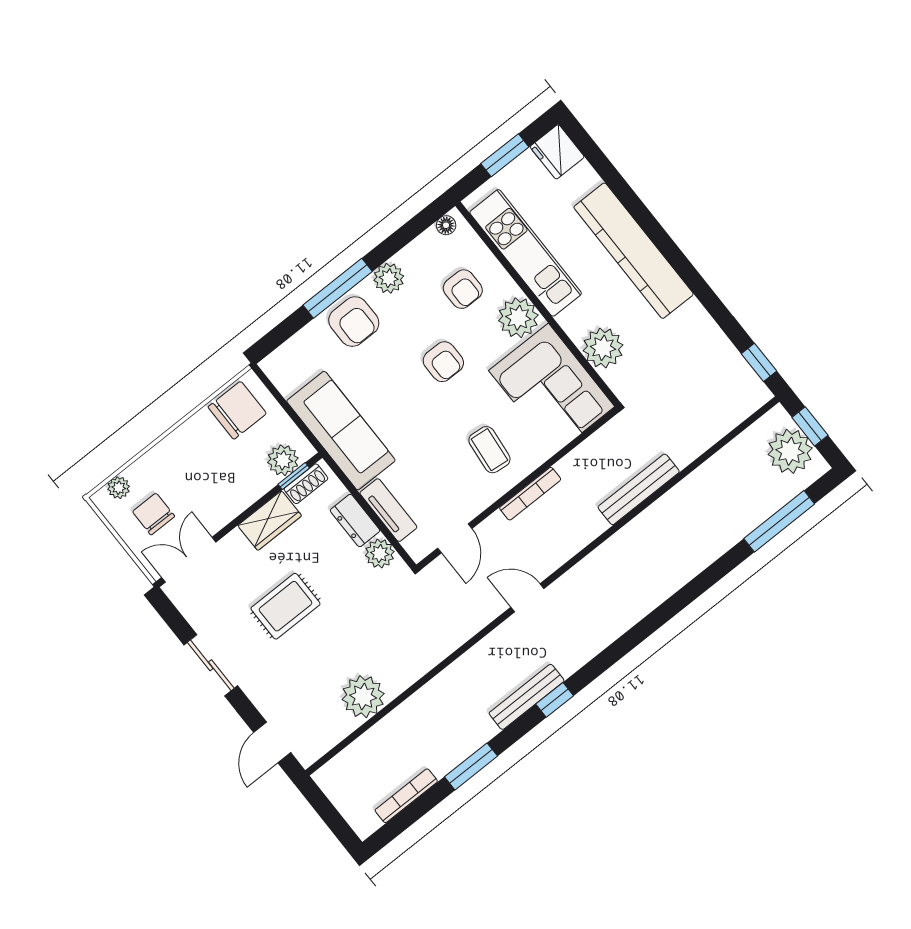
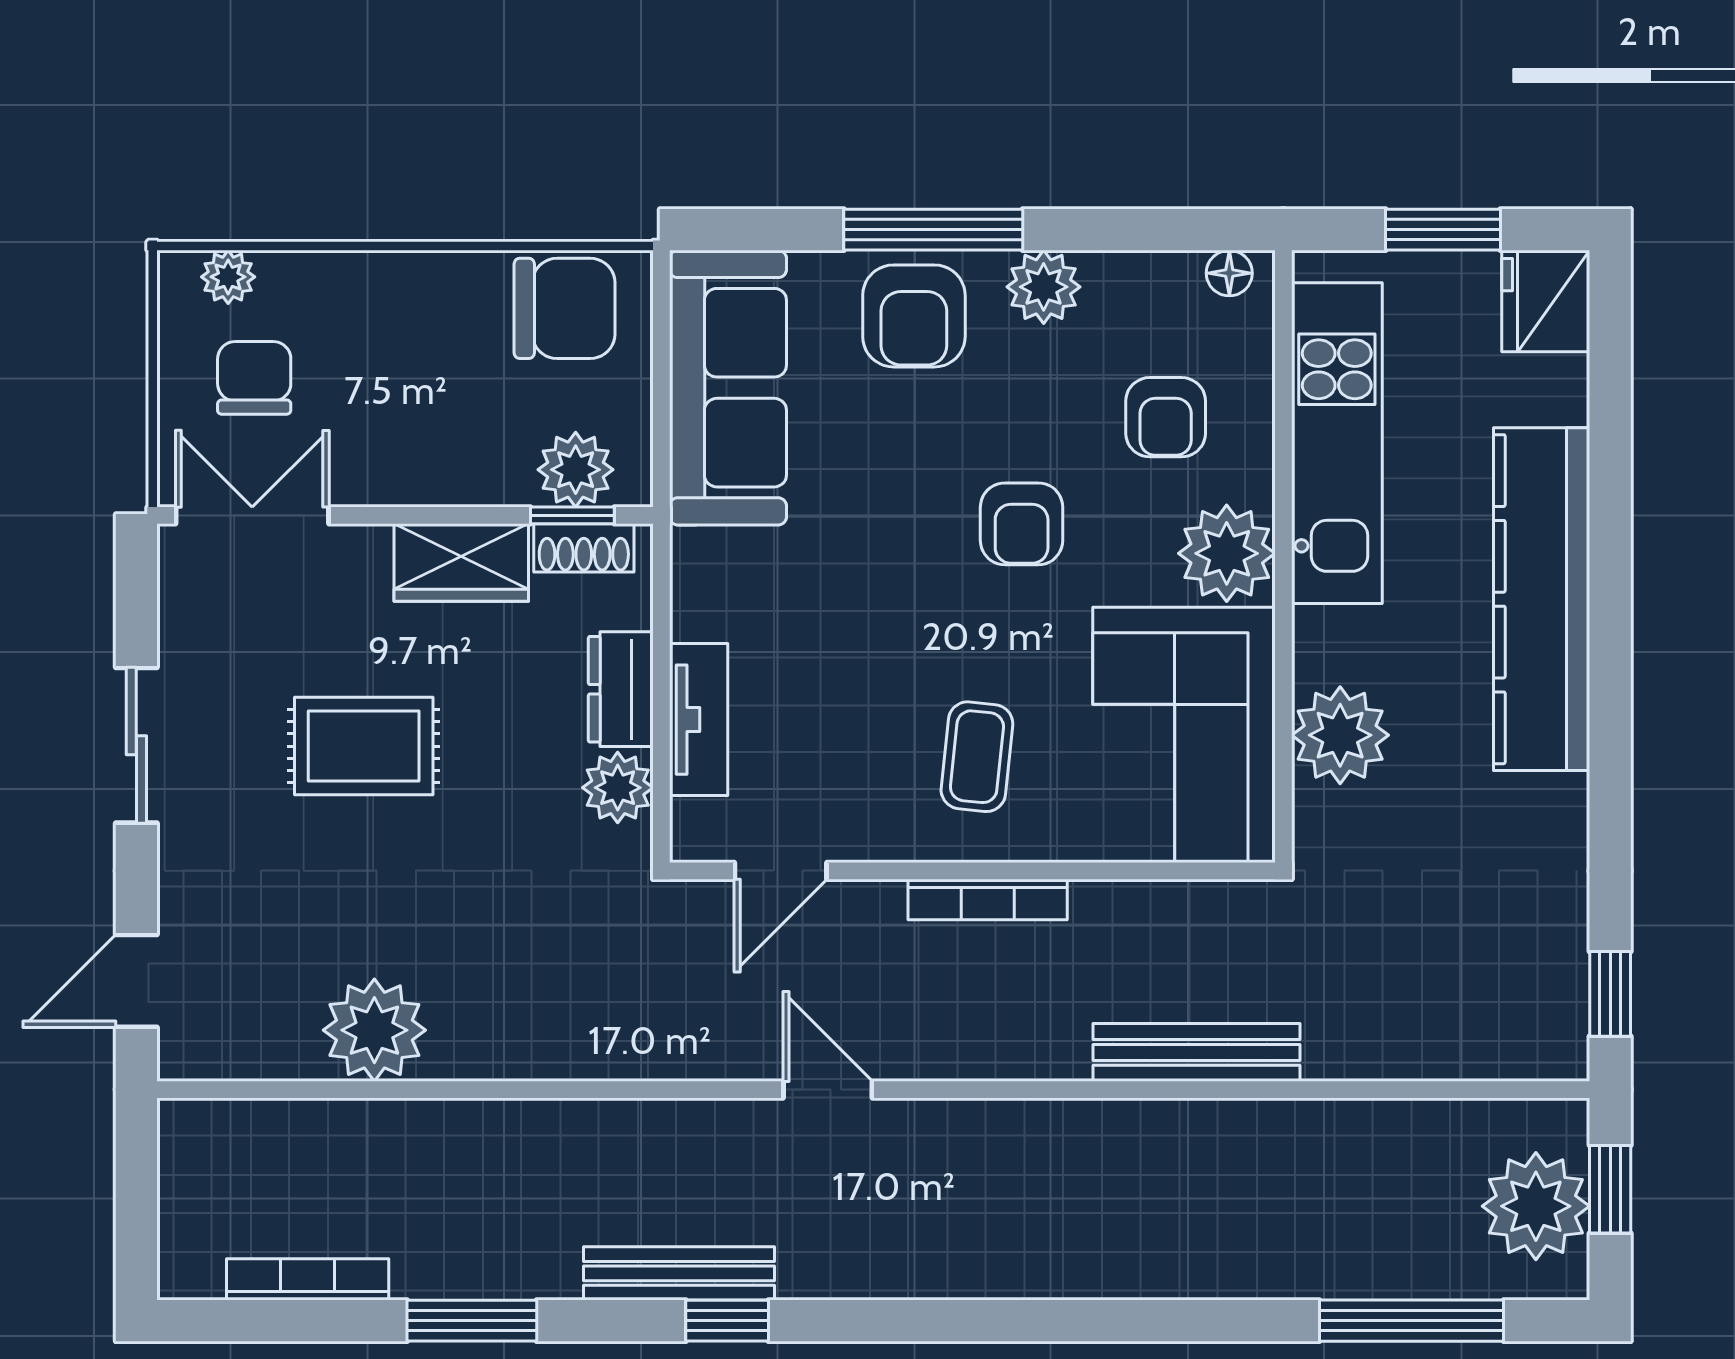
sofa: (341, 431) -> (728, 388), moved

